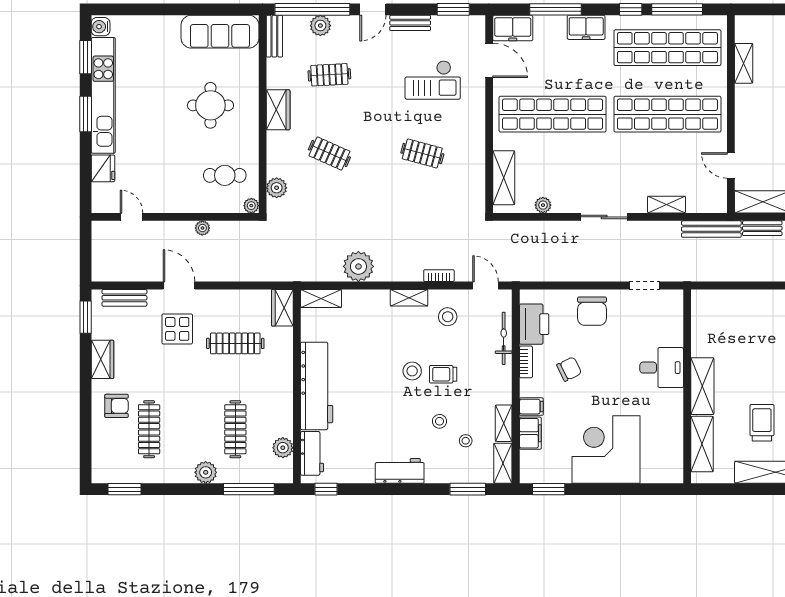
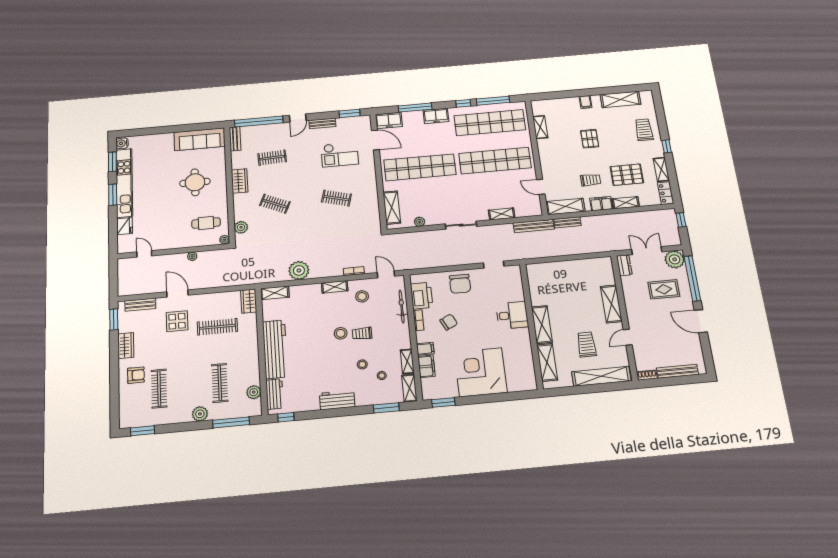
plant: (320, 26) -> (264, 130), removed

